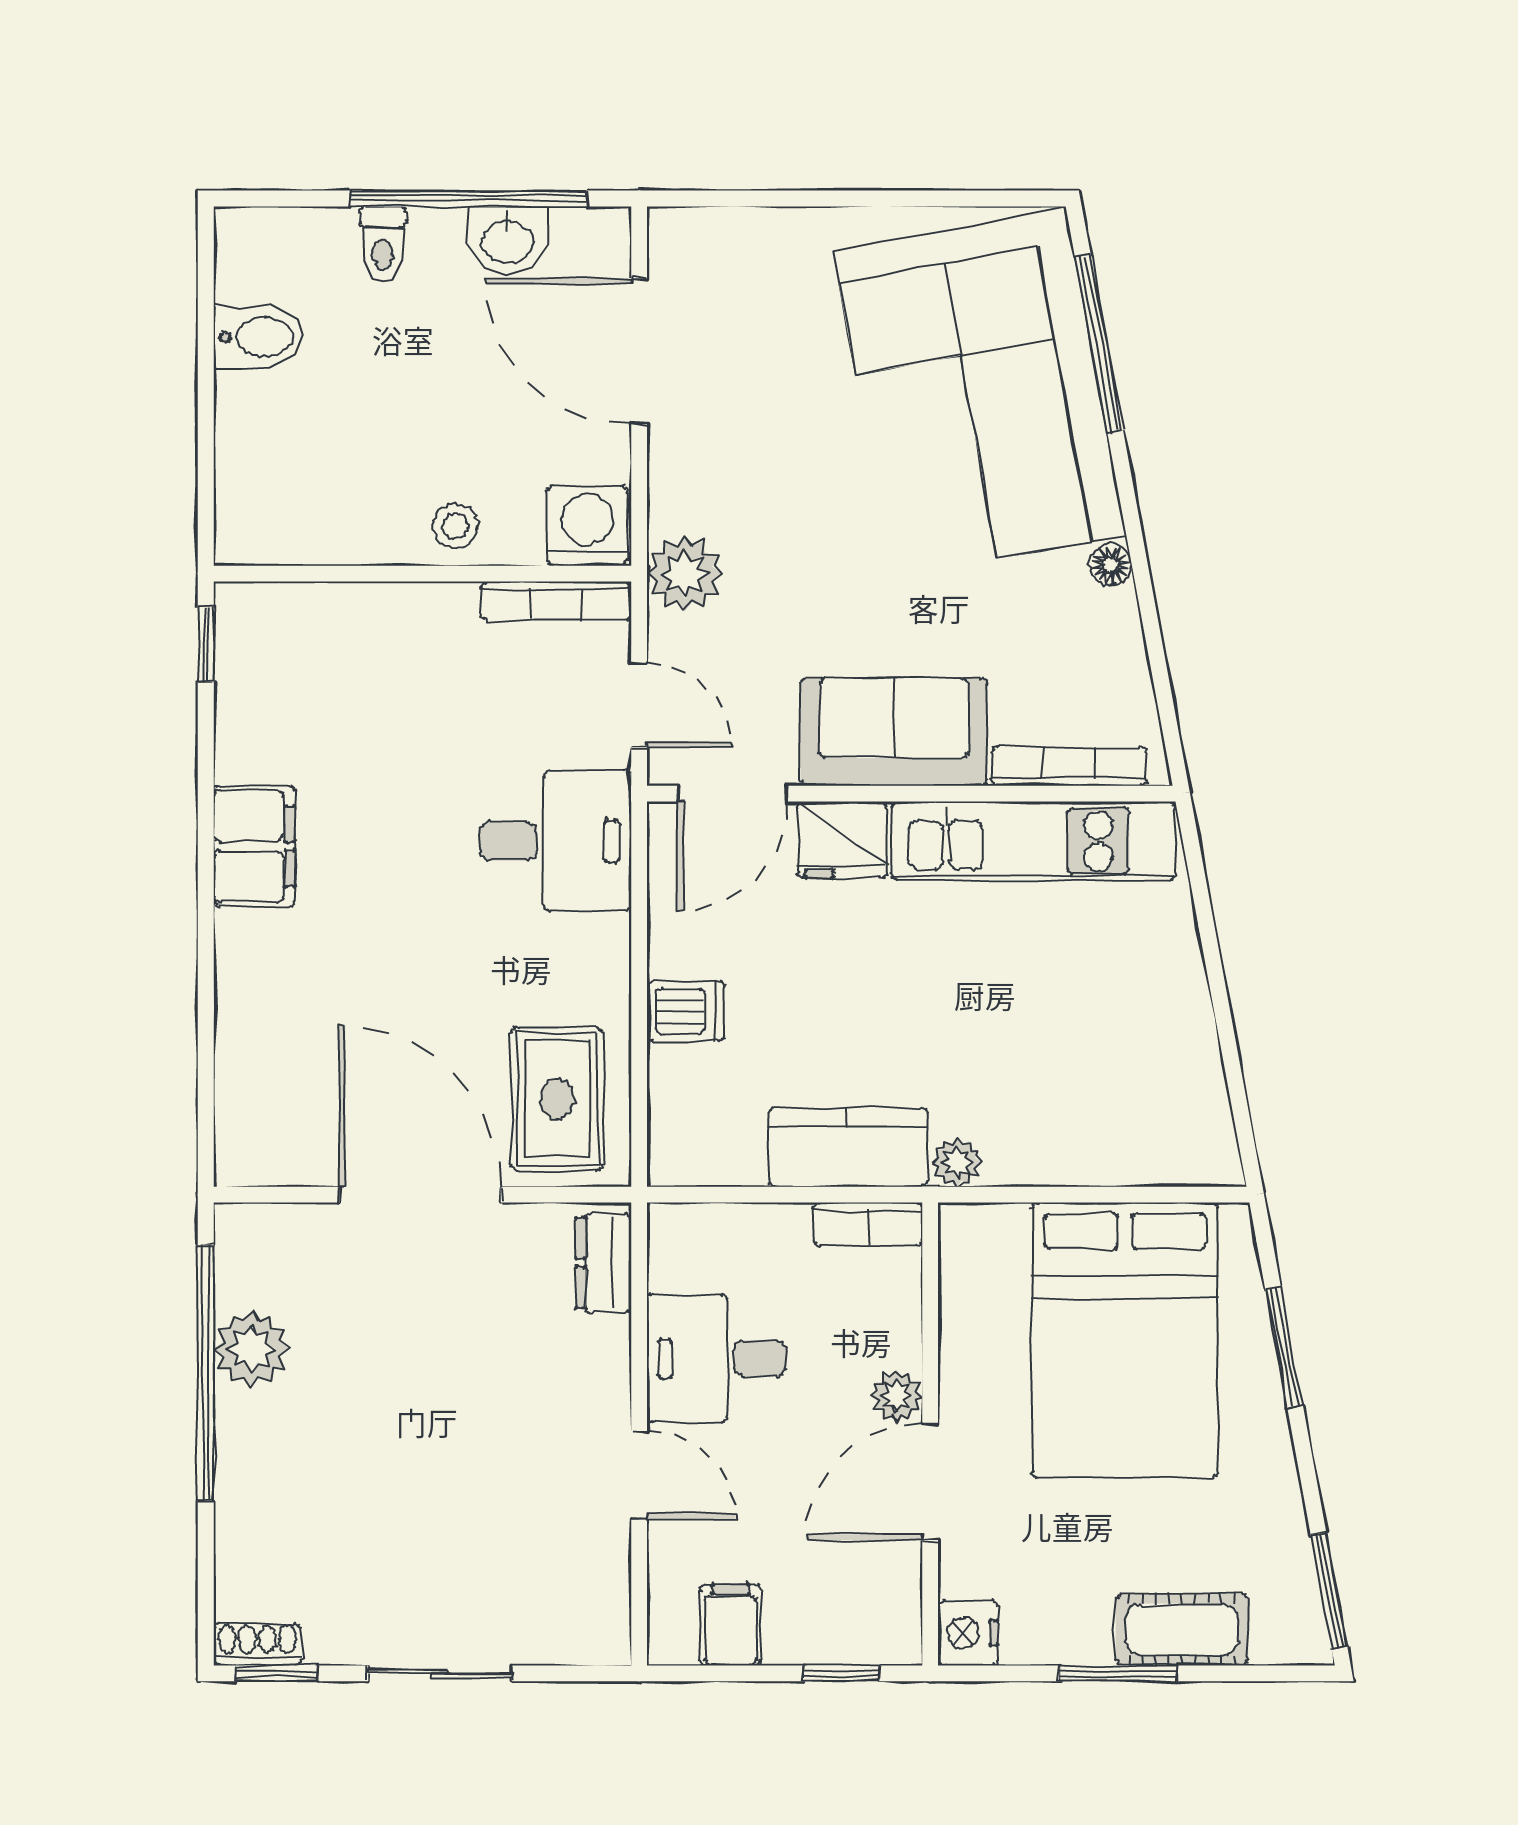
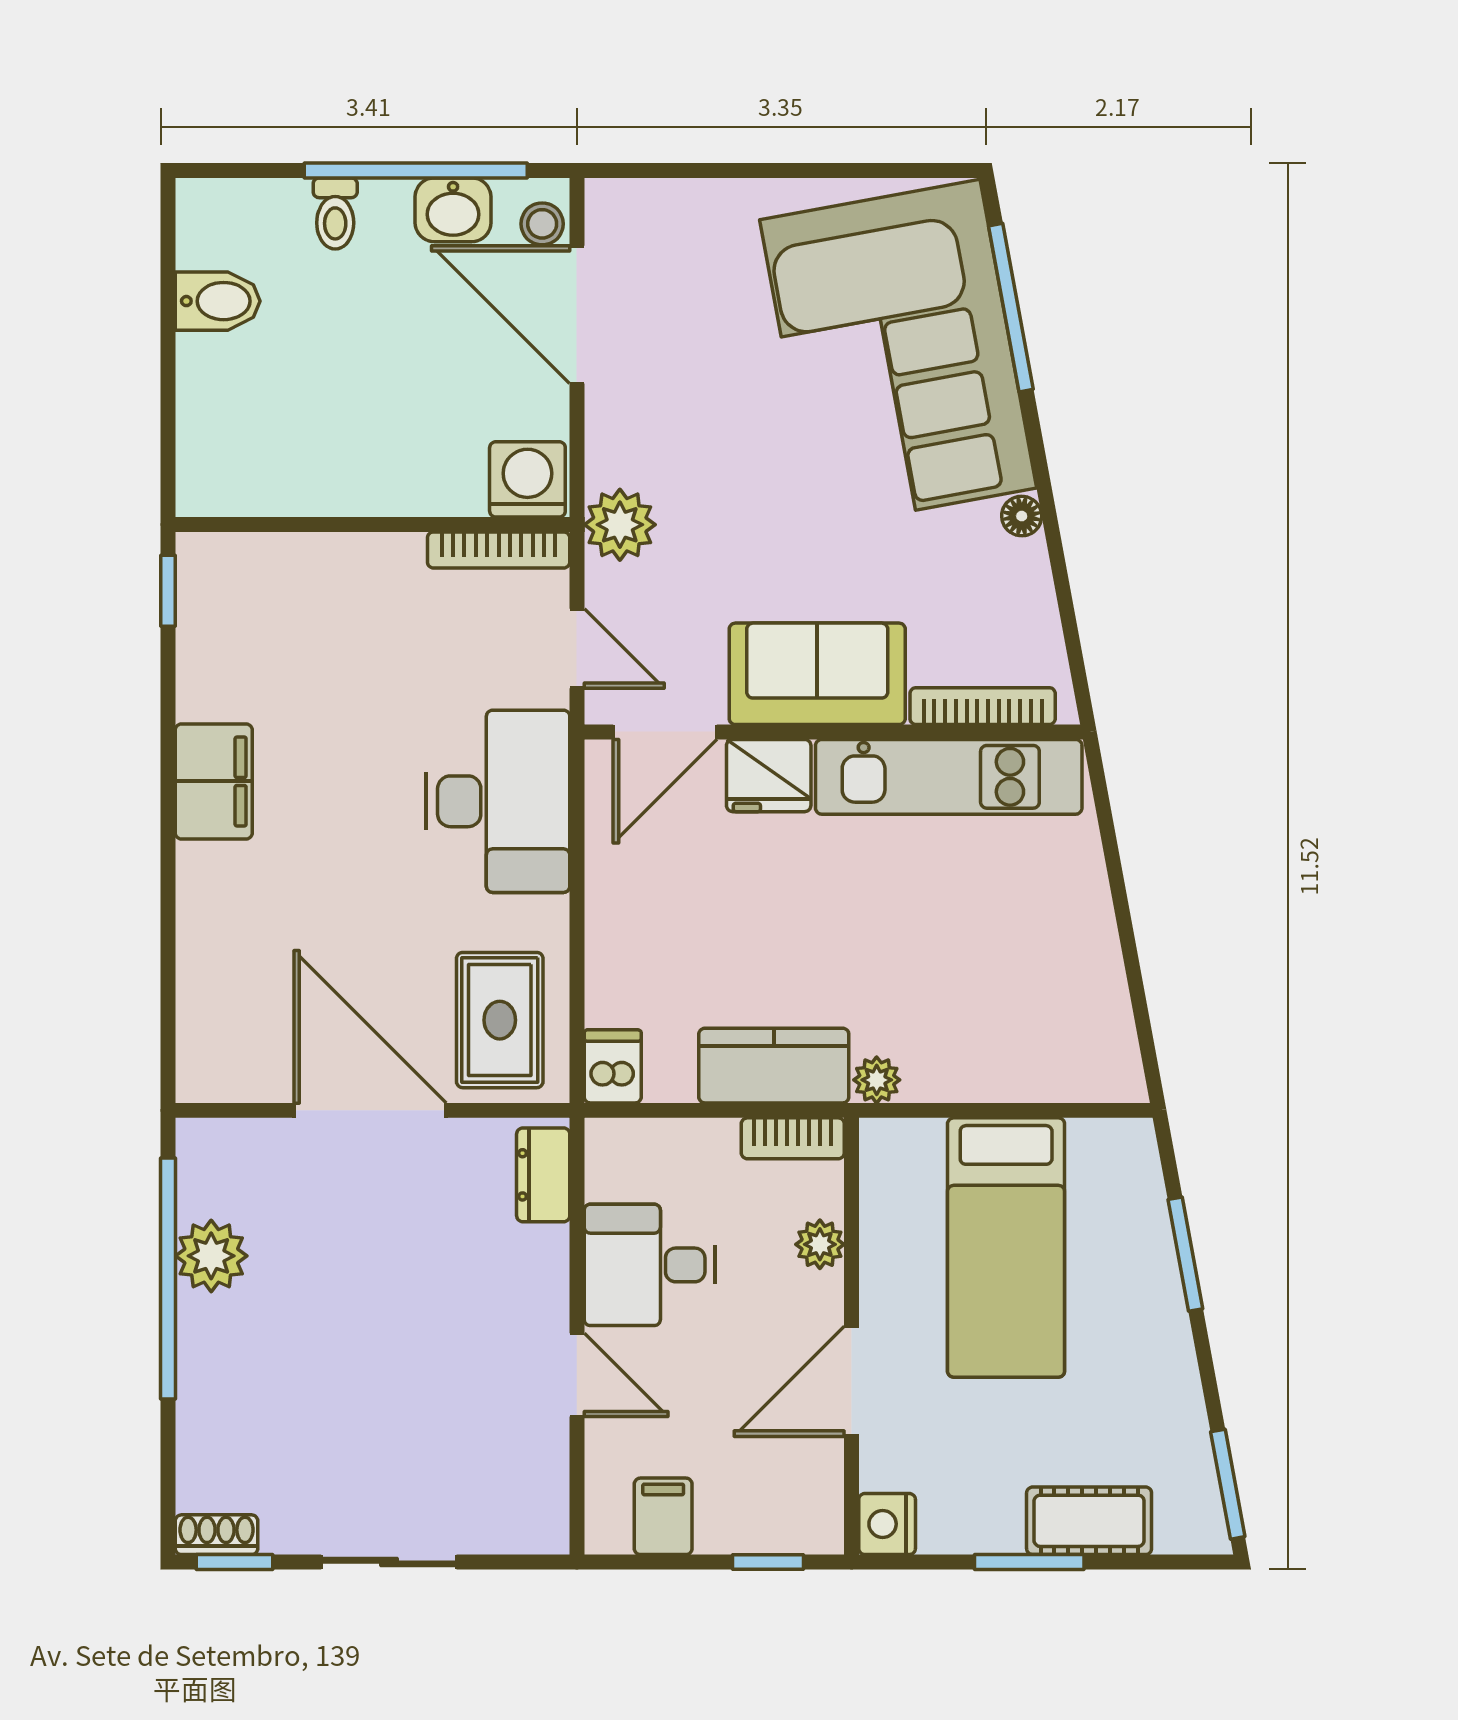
stool: (455, 526) -> (542, 224), moved
desk: (555, 841) -> (498, 801), width x1.37
dishwasher: (686, 1011) -> (613, 1066), moved, turned -90
bed: (1125, 1340) -> (1006, 1247), width x0.67
plant: (897, 1396) -> (820, 1244), moved

